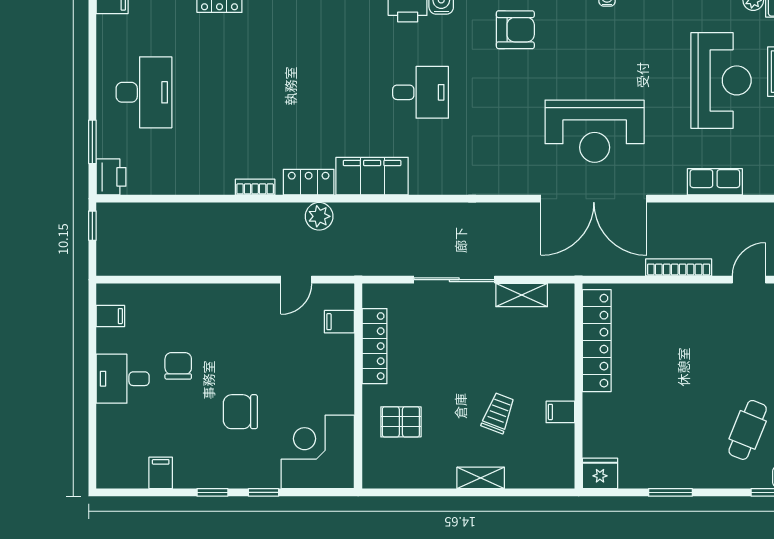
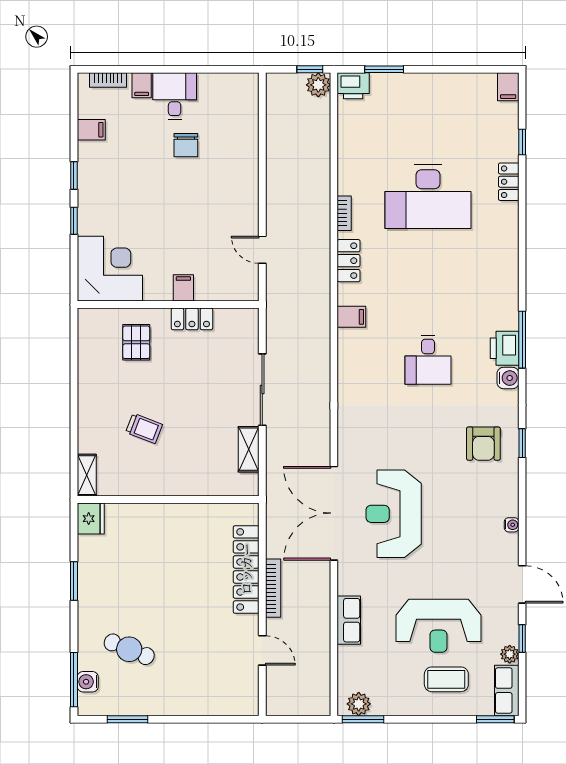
desk: (144, 92) -> (428, 197), moved, width x1.36, depth x1.30
filing cabinet: (372, 176) -> (351, 317), width x0.33, depth x0.86
plant: (319, 216) -> (318, 85), moved
filing cabinet: (110, 316) -> (142, 85), moved
filing cabinet: (339, 322) -> (183, 288), moved
locker: (597, 341) -> (246, 569), moved, turned 90
locker: (374, 346) -> (192, 319), width x0.66
chair: (178, 366) -> (186, 145), turned 90
chair: (240, 412) -> (145, 200), removed
filing cabinet: (560, 412) -> (145, 484), removed
bookcase: (104, 454) -> (108, 80), added
shelving: (481, 478) -> (87, 475), moved

